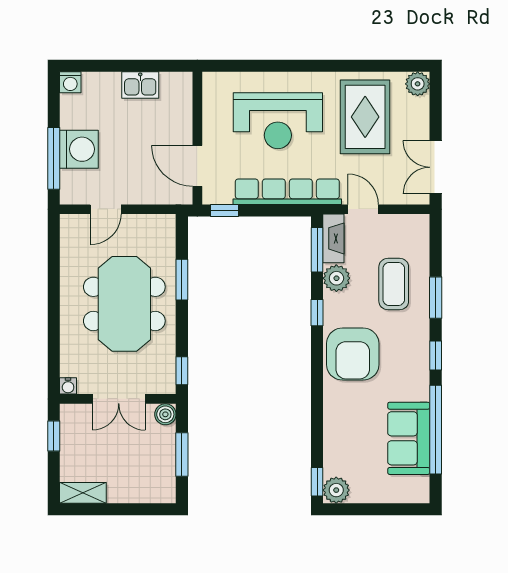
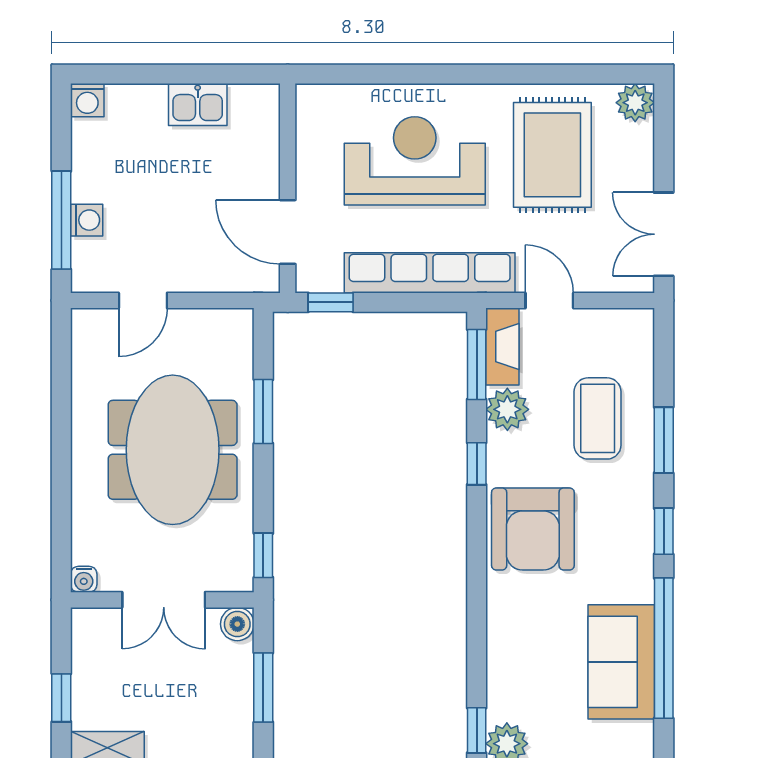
reception desk: (278, 121) -> (415, 161), turned 180
washing machine: (79, 149) -> (87, 220), width x0.53, depth x0.53
window: (54, 436) -> (61, 698), moved

